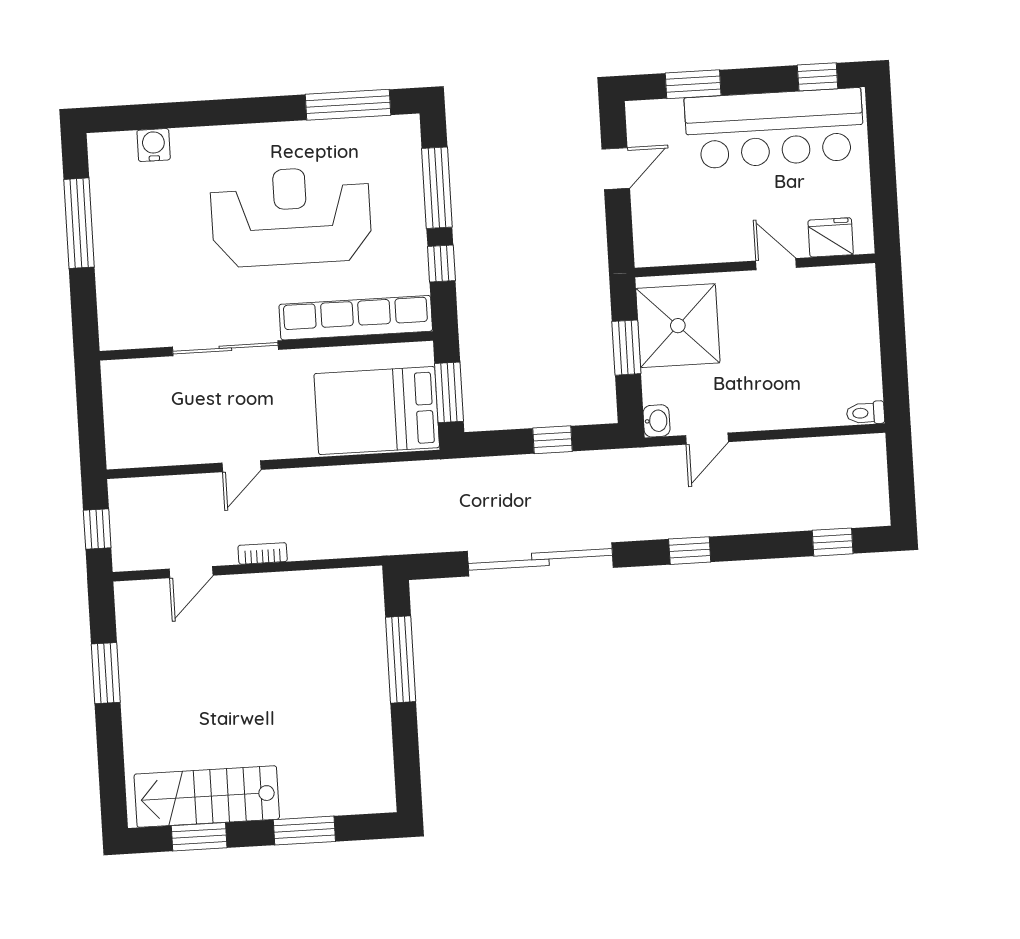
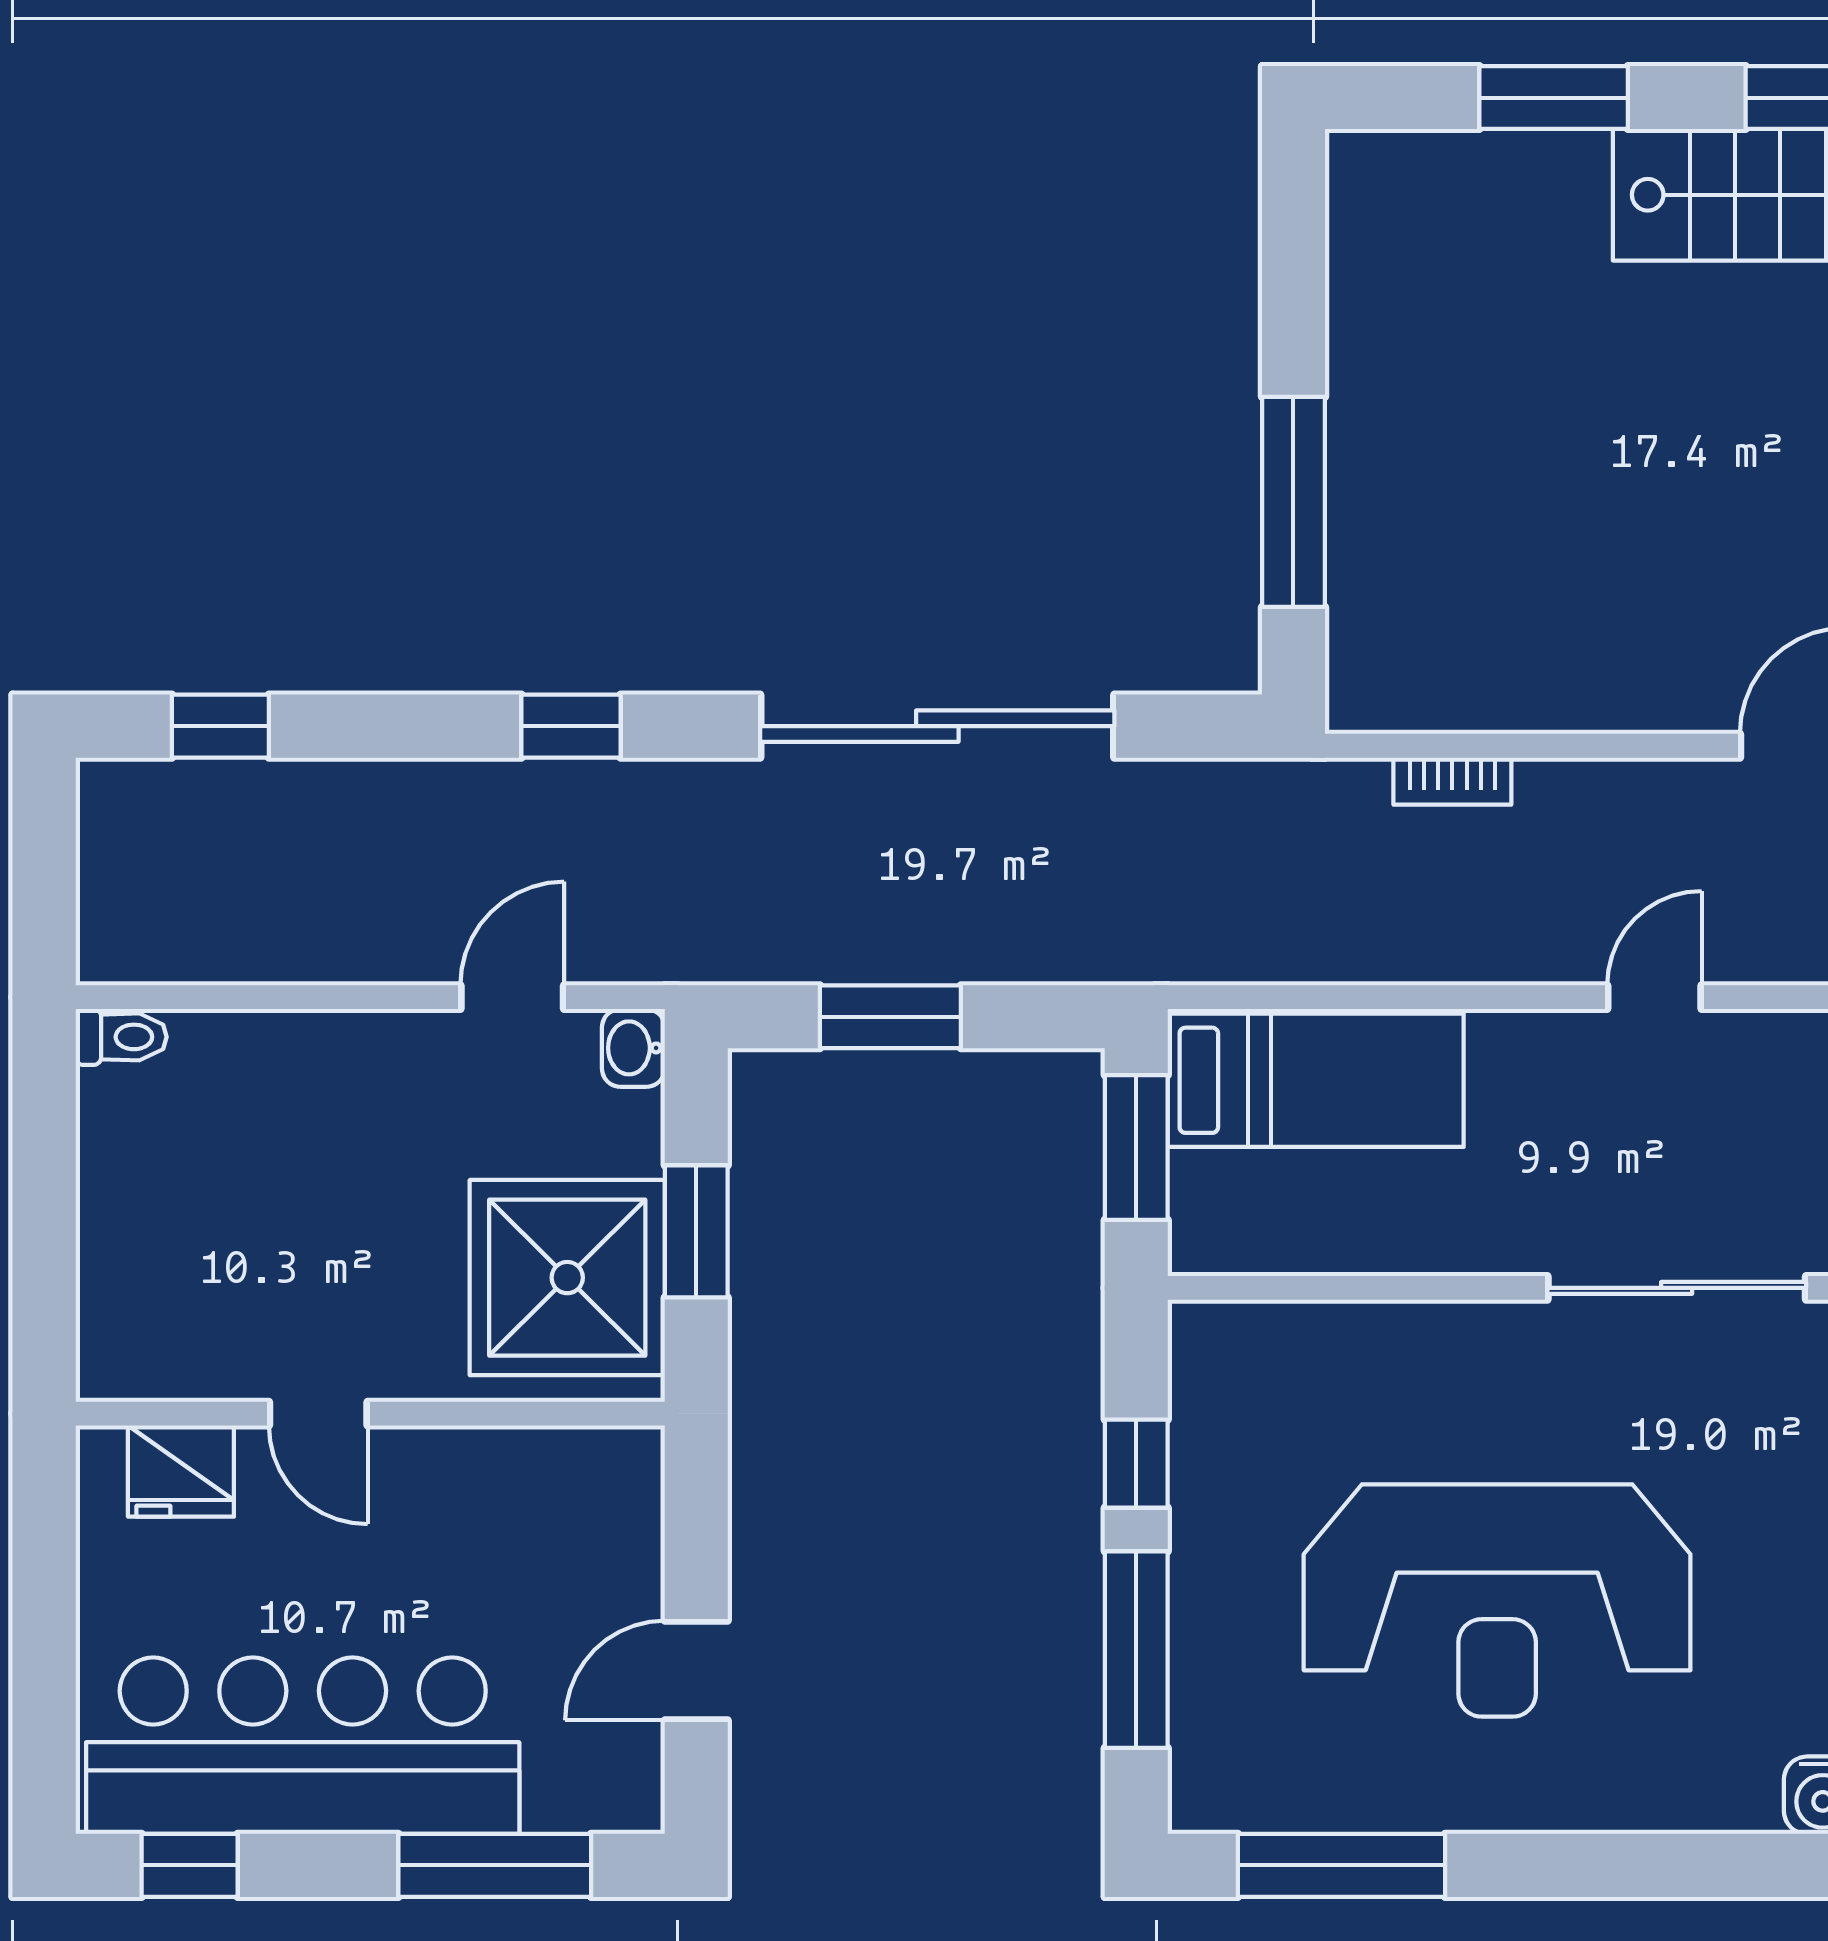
window: (693, 84) -> (495, 1865), width x1.44
row of seats: (356, 318) -> (1354, 1344), removed
bed: (377, 411) -> (1316, 1080), width x0.67
window: (552, 440) -> (890, 1017), width x1.50
bookcase: (263, 553) -> (1452, 781), moved

